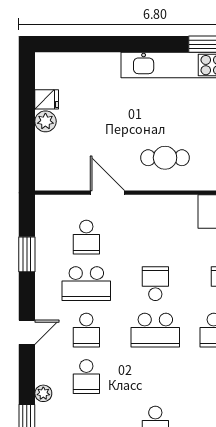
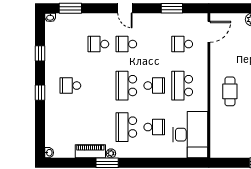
door: (107, 193) -> (209, 32), moved
school desk: (86, 284) -> (182, 86), moved
plant: (43, 393) -> (88, 18), removed

